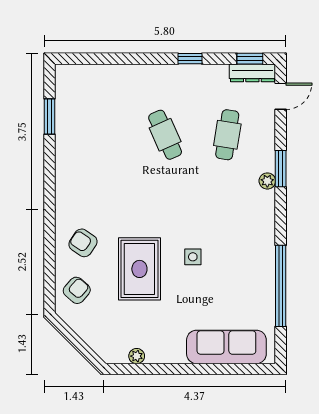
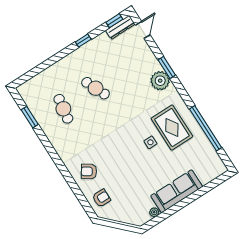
cafe table: (227, 135) -> (63, 109), moved
plant: (267, 181) -> (160, 81), width x1.87, depth x1.87
rug: (139, 269) -> (172, 127), moved
armchair: (77, 290) -> (101, 198), turned 49
sofa: (226, 347) -> (177, 191), moved

